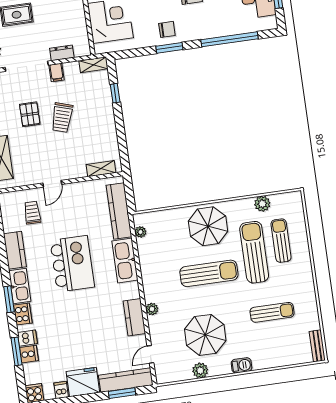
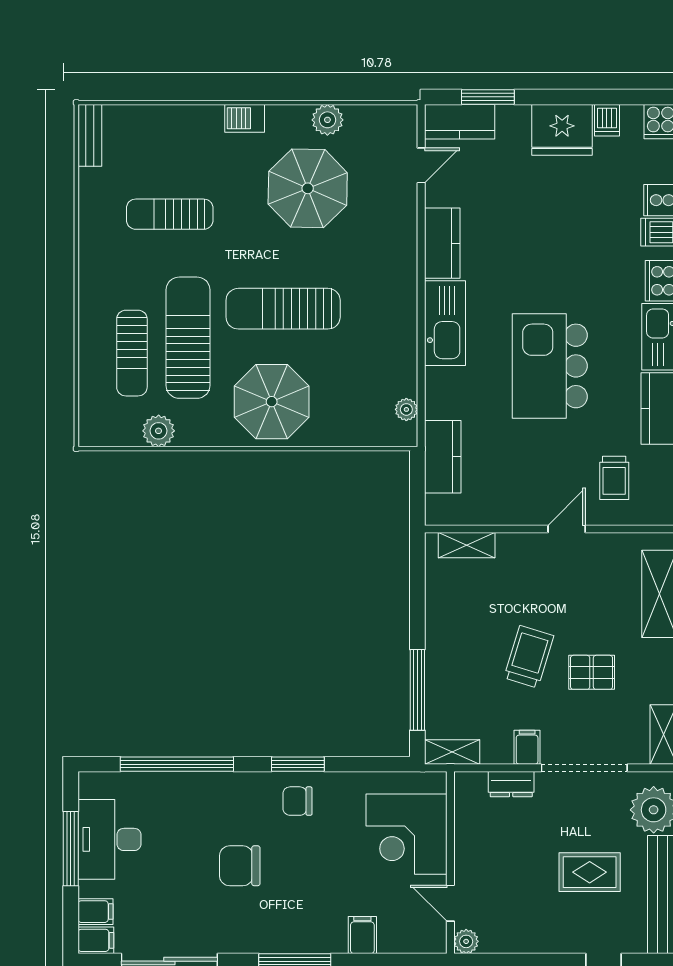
window: (115, 93) -> (417, 690), width x2.17
pallet: (30, 114) -> (592, 672), turned 90
kitchen counter: (119, 211) -> (443, 457), width x0.67
sun lounger: (254, 252) -> (188, 338), turned 180
kitchen sink: (125, 261) -> (445, 323), moved
plant: (152, 309) -> (405, 254), removed
kitchen counter: (126, 380) -> (460, 122), width x0.67

